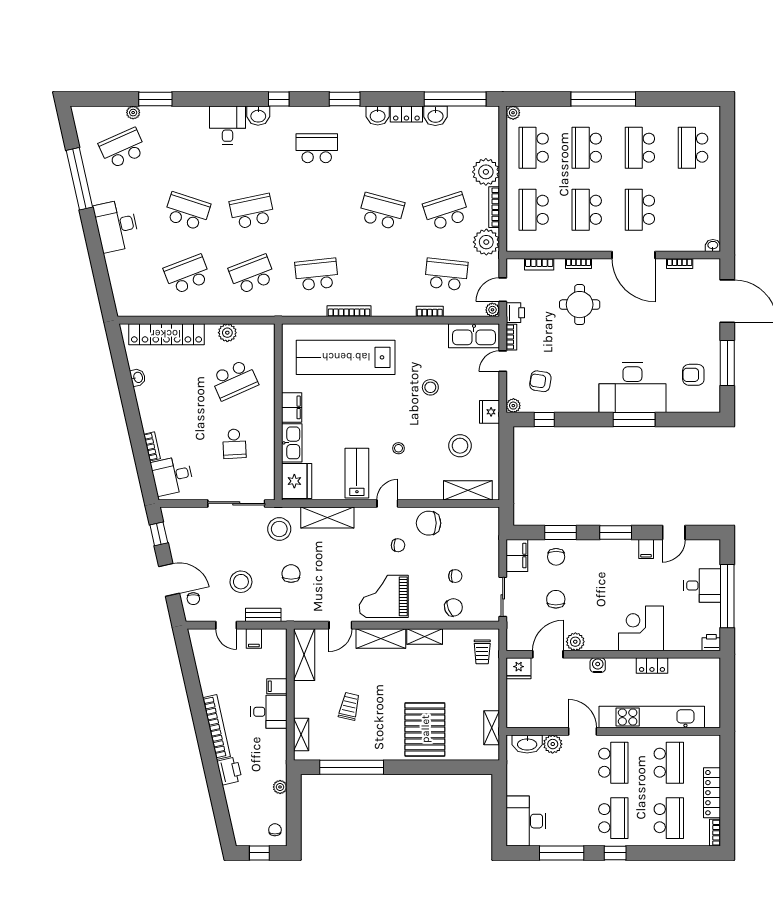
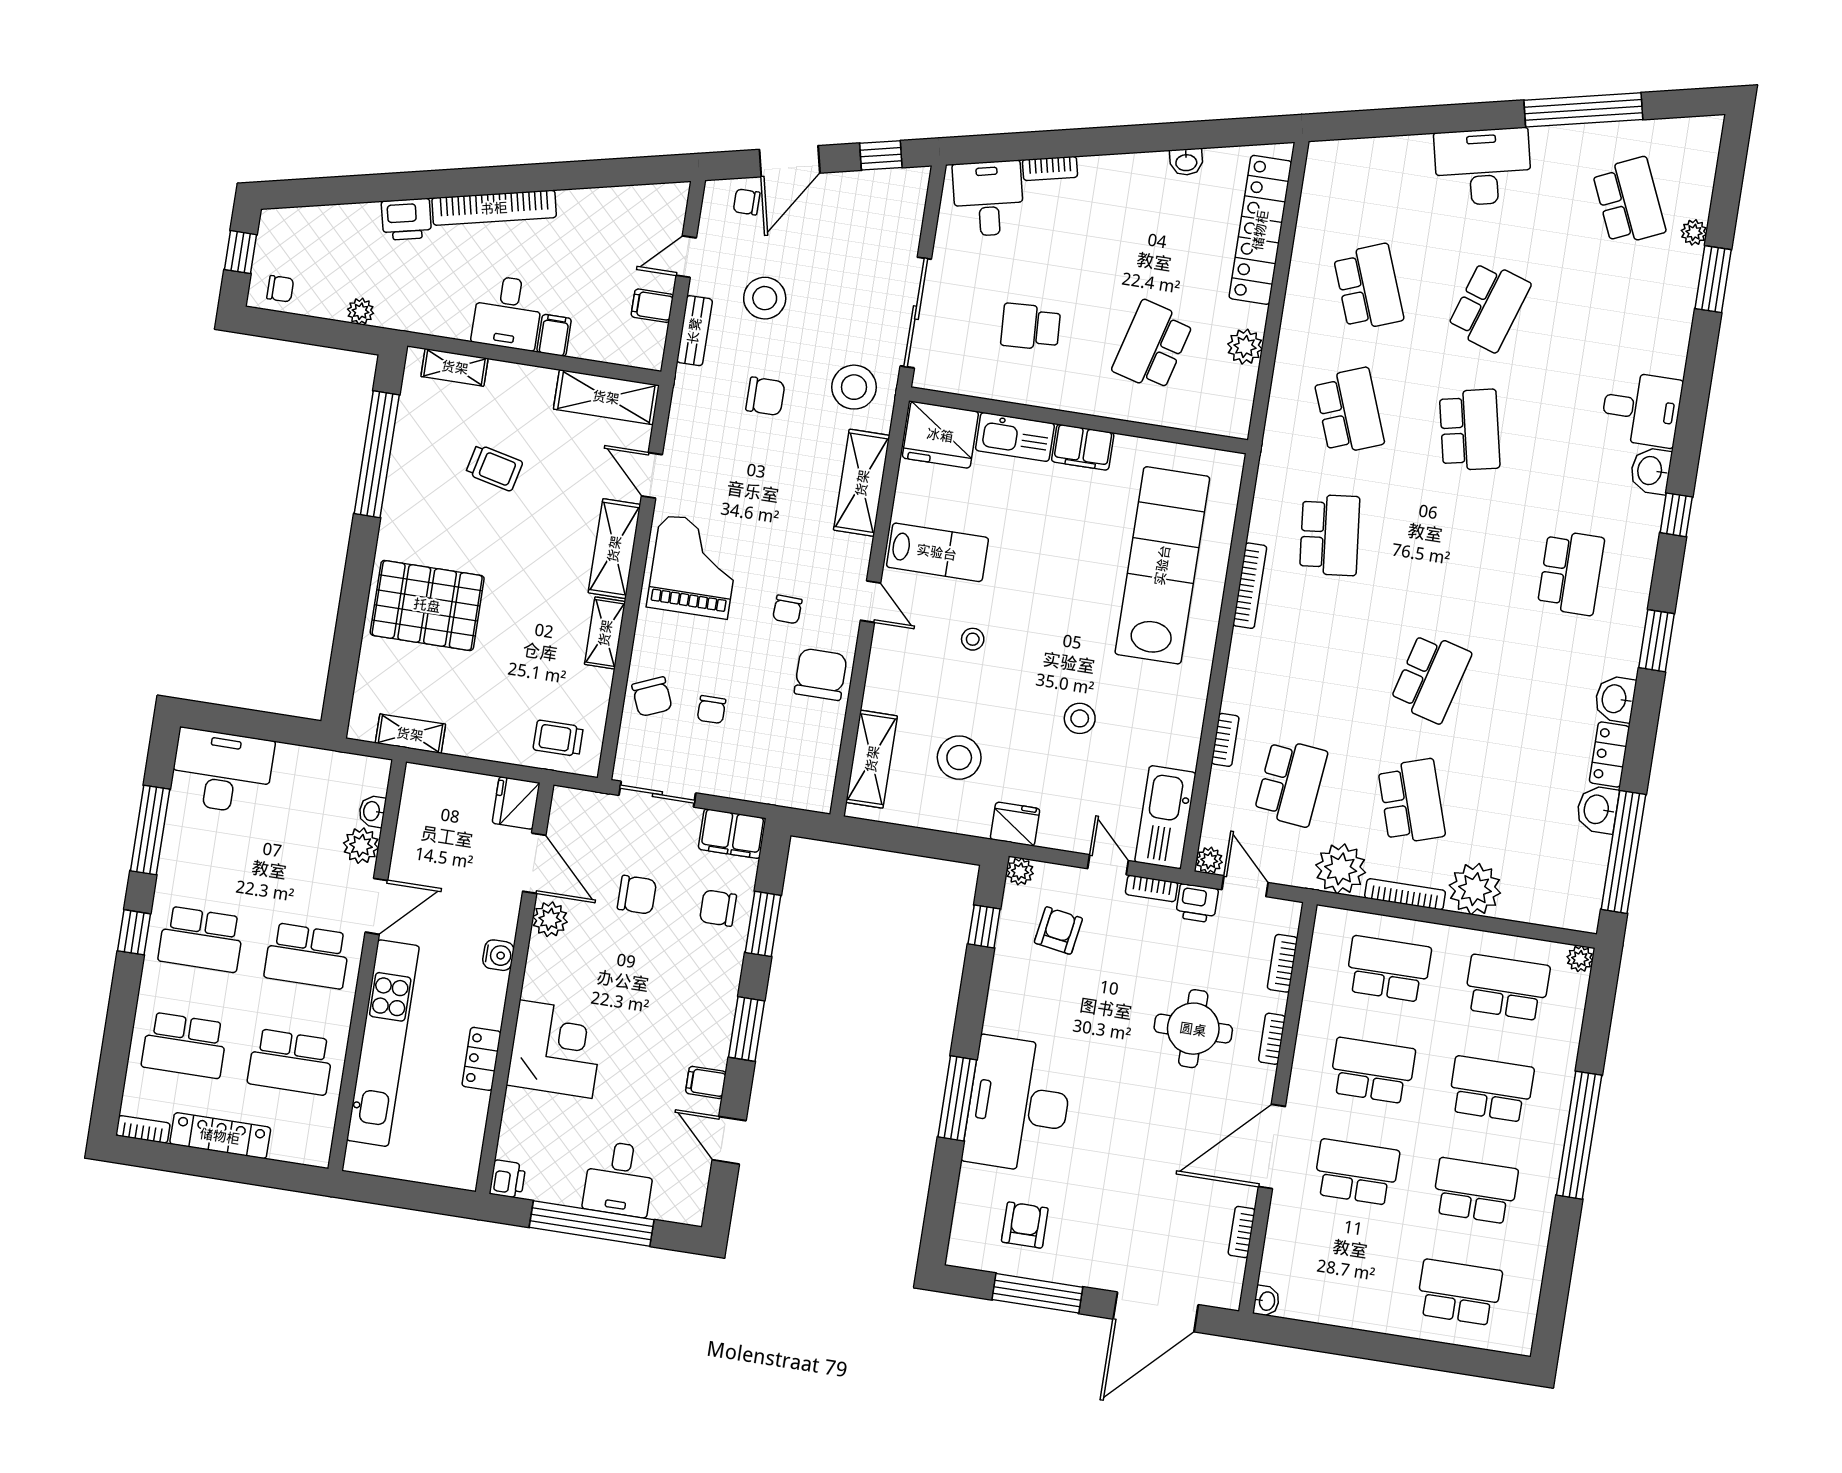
school desk: (234, 380) -> (1153, 346), turned 39
washbasin: (527, 744) -> (372, 811), width x0.52, depth x0.69

